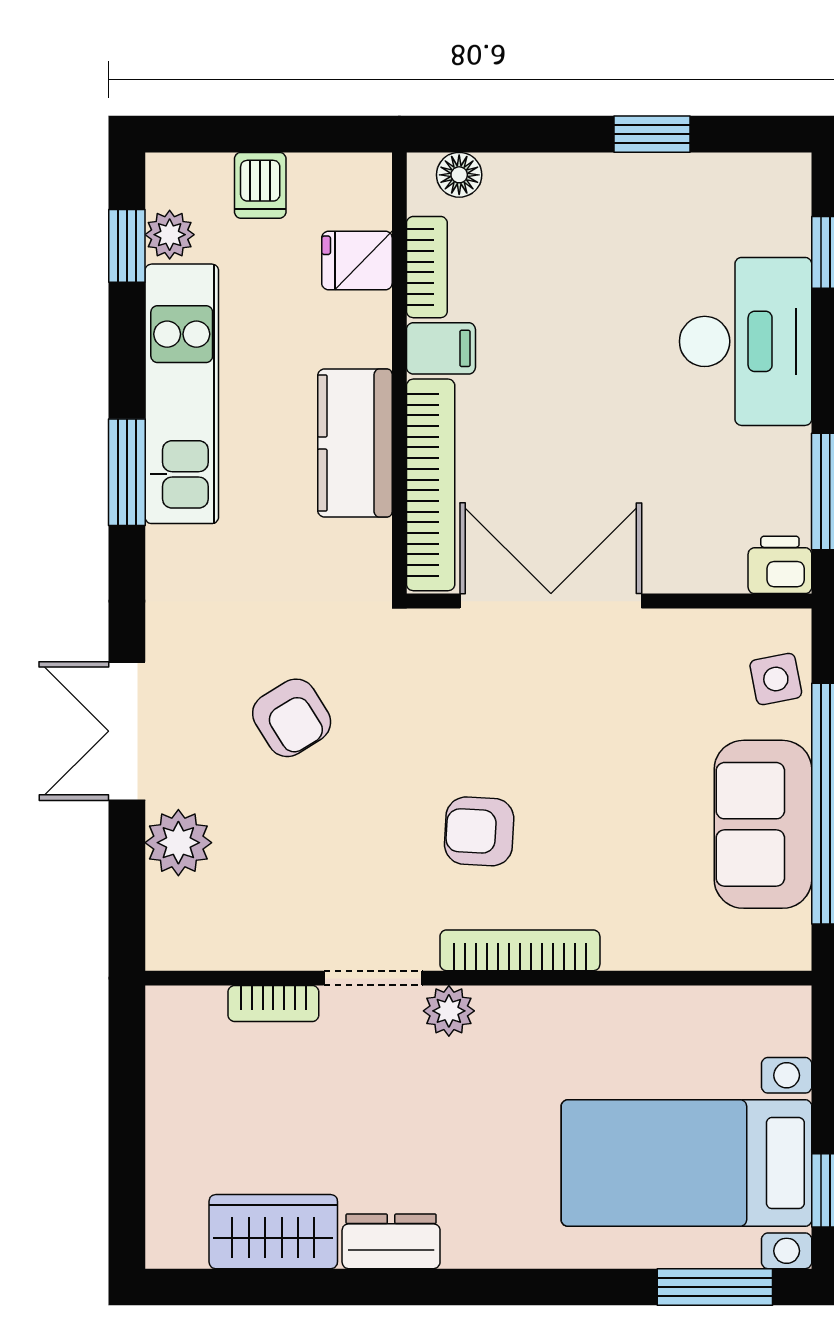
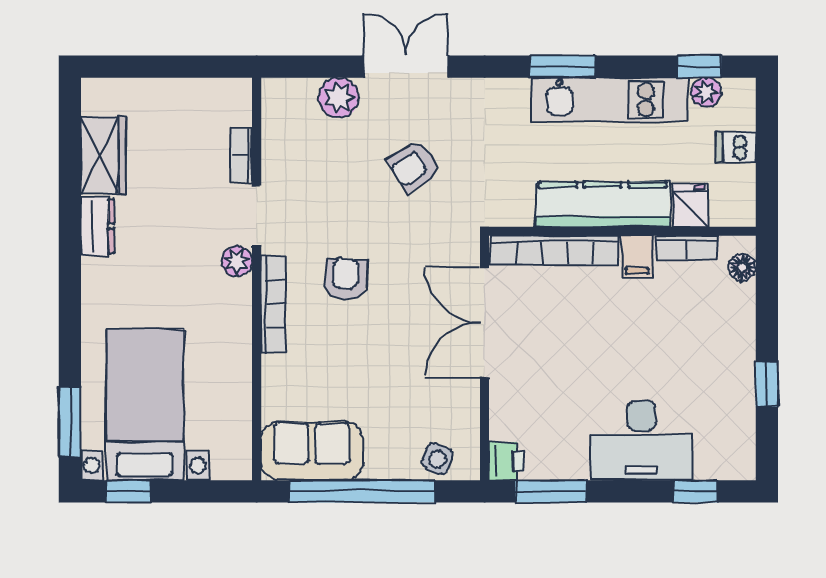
kitchen counter: (355, 443) -> (602, 204), width x1.50
double door: (551, 601) -> (485, 323), swing flipped
side table: (776, 679) -> (437, 459), turned 32
sofa: (763, 824) -> (312, 451), moved

